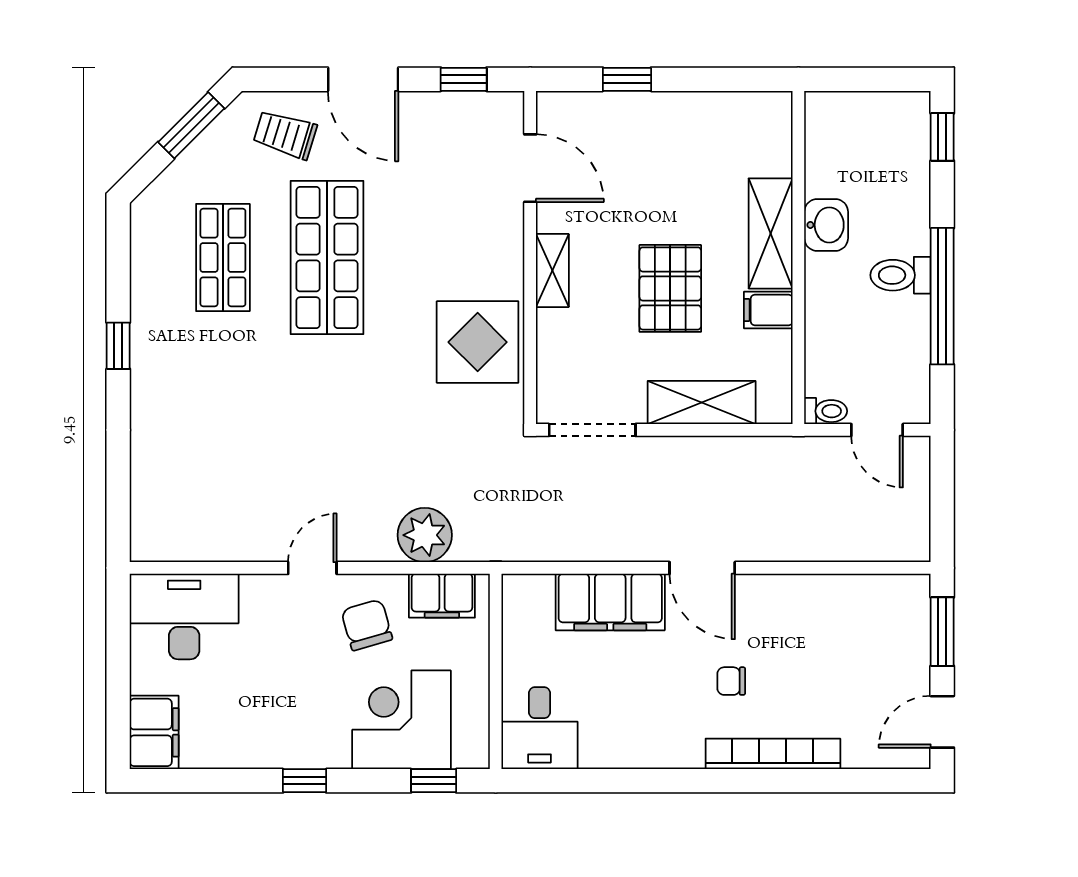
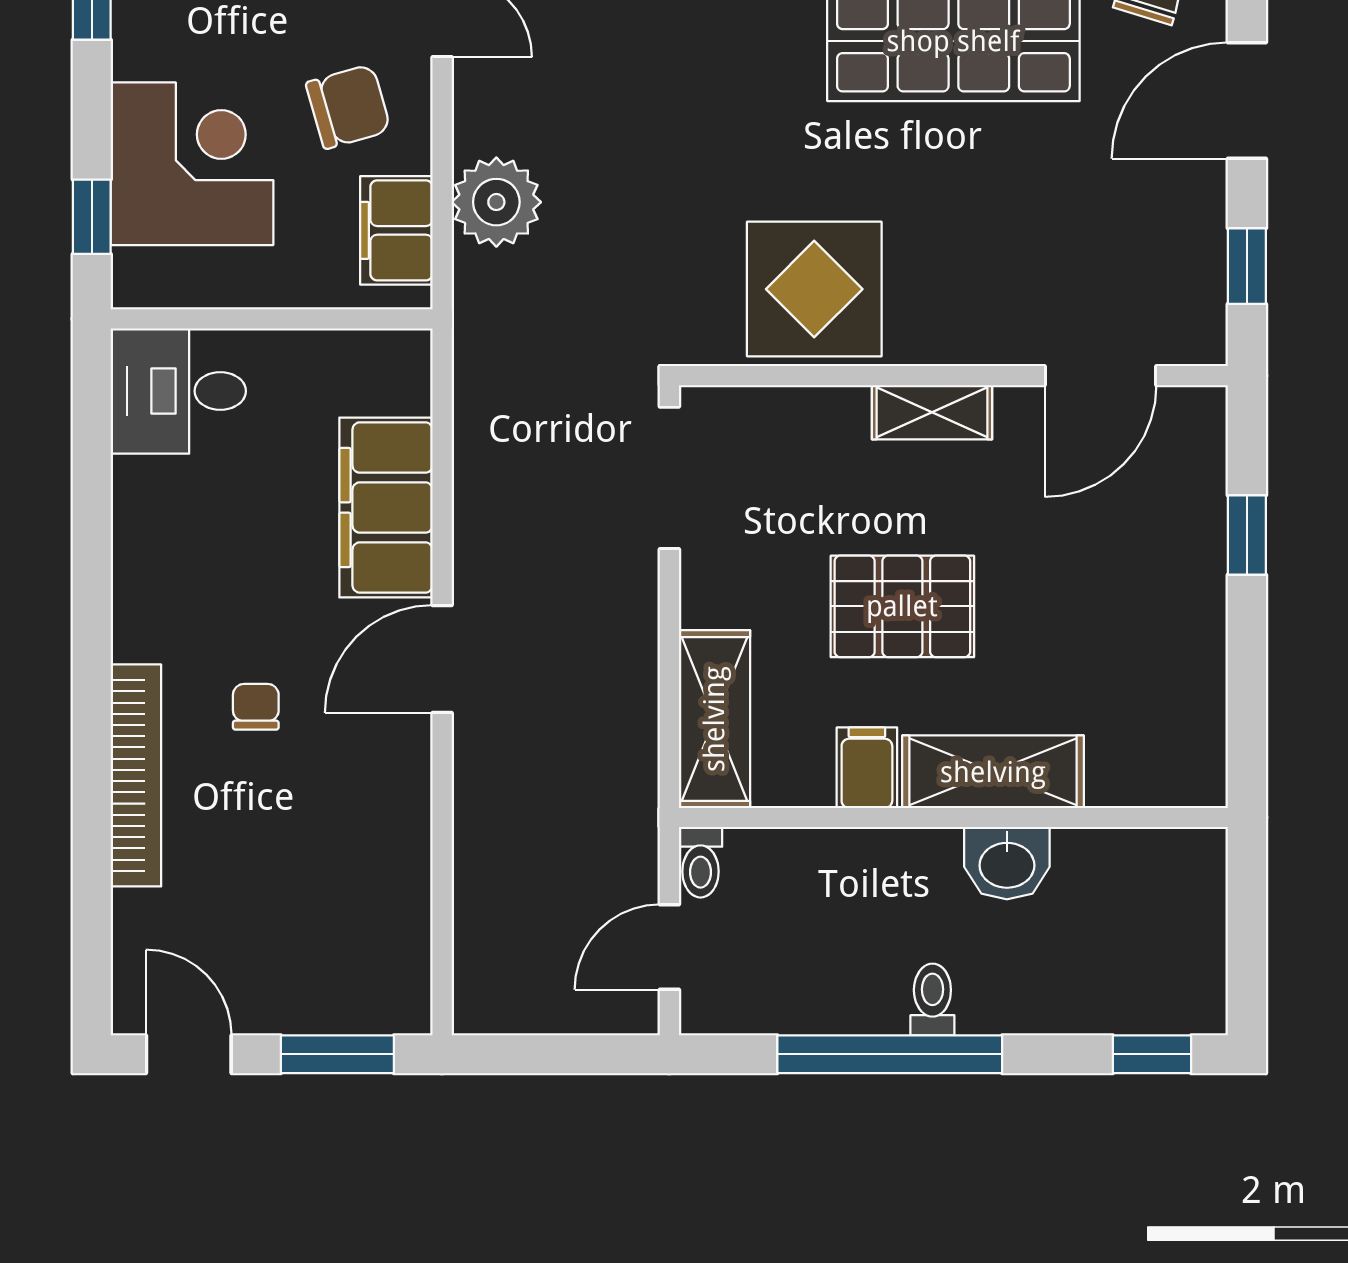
toilet: (901, 275) -> (932, 999), width x0.73, depth x0.72
shelving: (702, 403) -> (714, 719), moved

